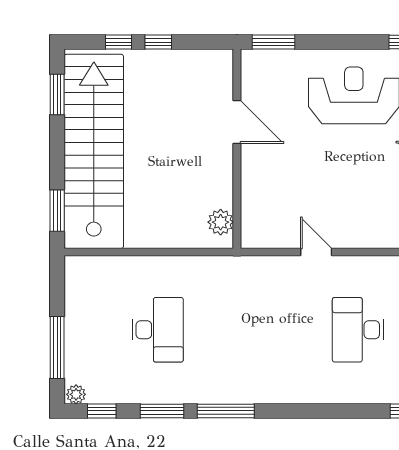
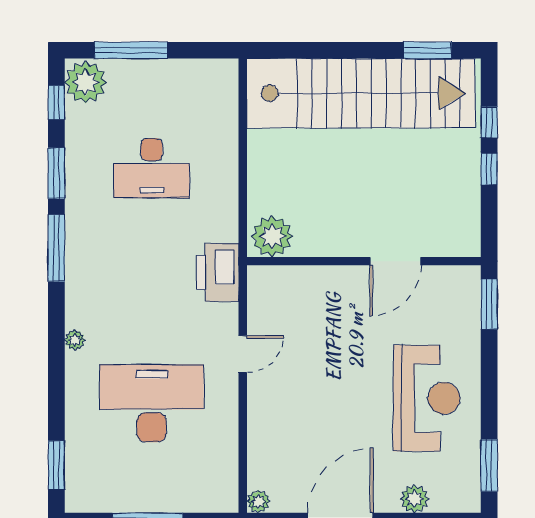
window: (57, 211) -> (291, 50), removed
plant: (221, 222) -> (272, 236), width x1.36, depth x1.36
printer: (247, 273) -> (218, 273), added
desk: (358, 330) -> (152, 403), width x1.36, depth x1.30
plant: (76, 394) -> (86, 82), width x1.88, depth x1.88
plant: (304, 395) -> (75, 340), added

